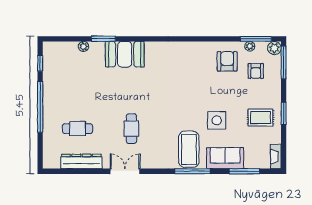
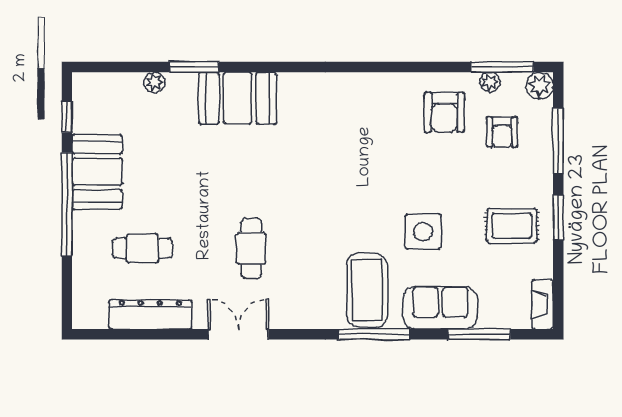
armchair: (227, 61) -> (444, 112), turned 180
window: (284, 63) -> (558, 141), moved
booth: (55, 91) -> (97, 172), added

